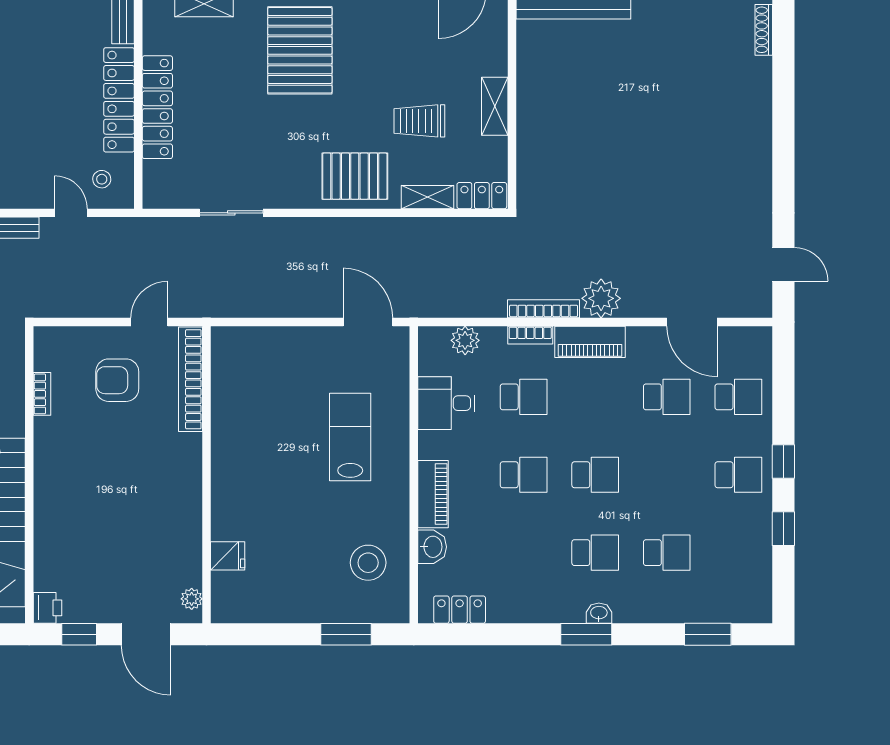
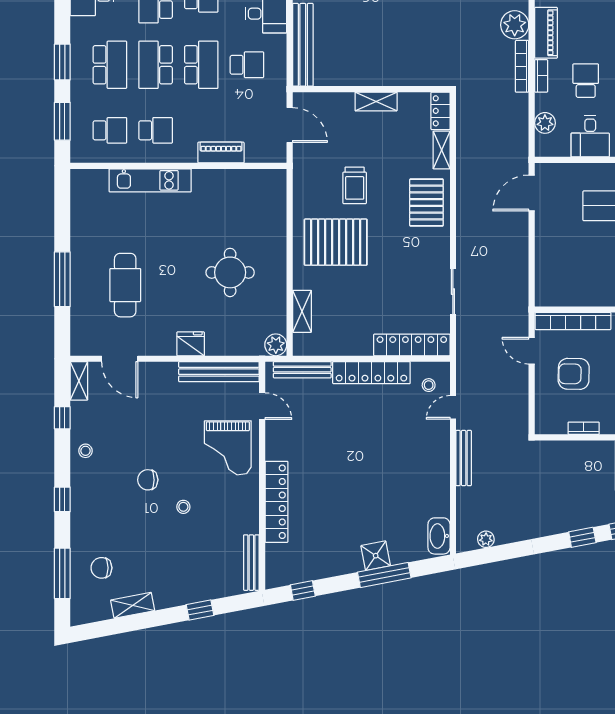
locker: (157, 107) -> (412, 345), moved
trolley: (419, 121) -> (355, 185), moved
armchair: (117, 380) -> (574, 374), turned 91

